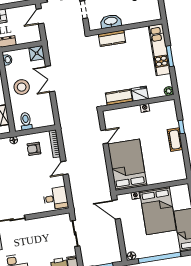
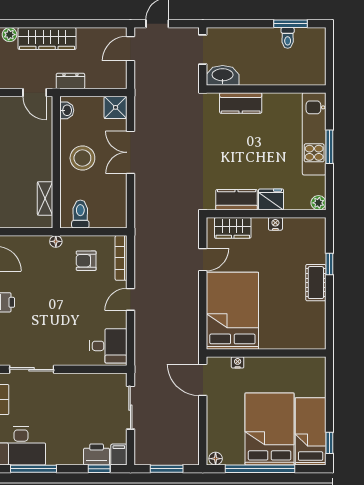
washbasin: (111, 21) -> (223, 75), moved
wardrobe: (119, 115) -> (233, 228), added
bed: (158, 211) -> (270, 429), moved, turned 180

